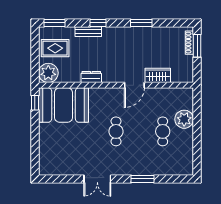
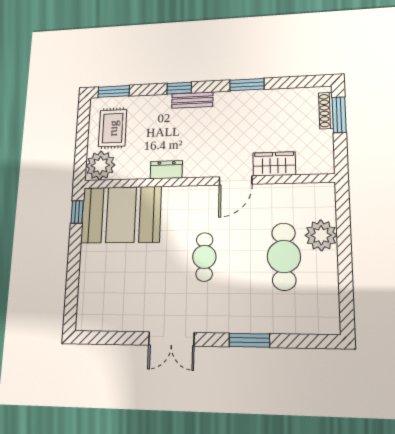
bench: (88, 32) -> (192, 100), moved
rug: (55, 48) -> (113, 128), turned 90
cafe table: (163, 131) -> (284, 256), width x1.37, depth x1.35

